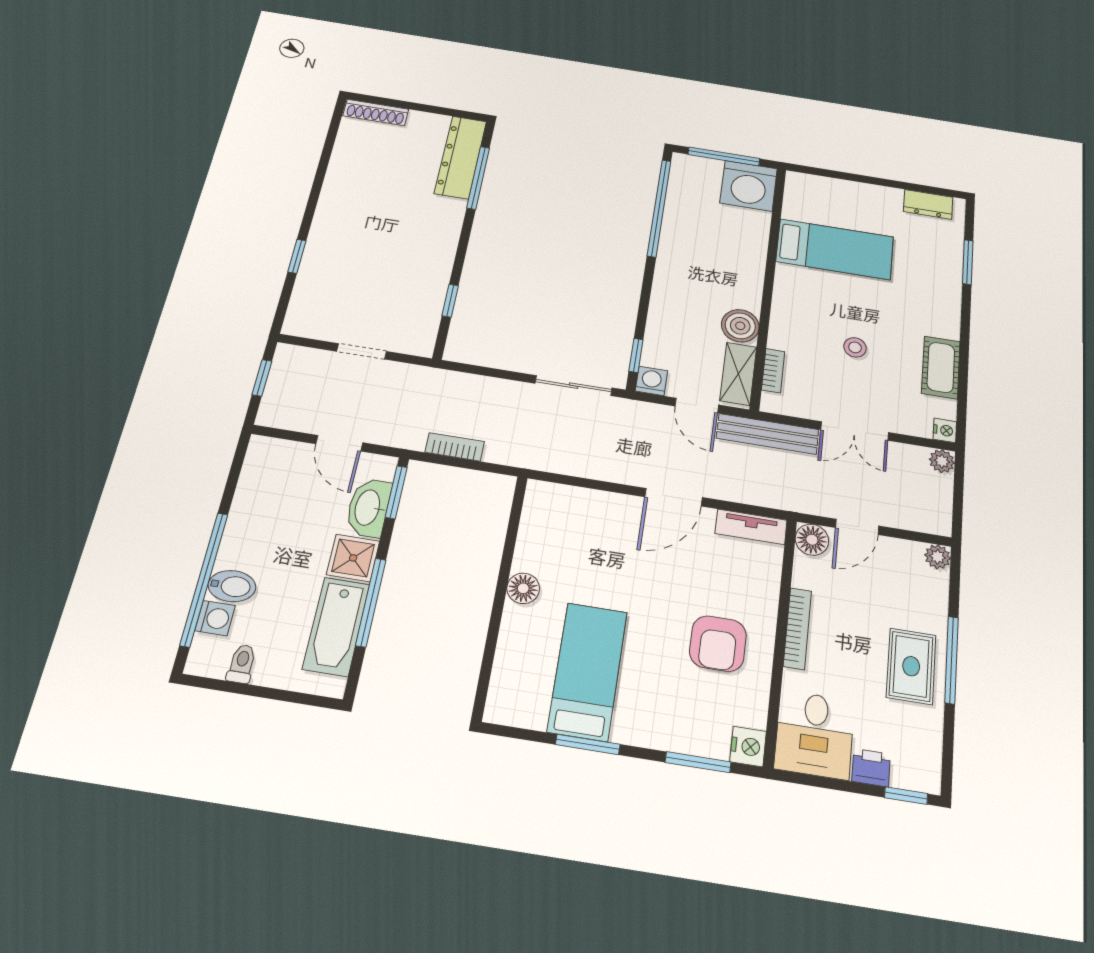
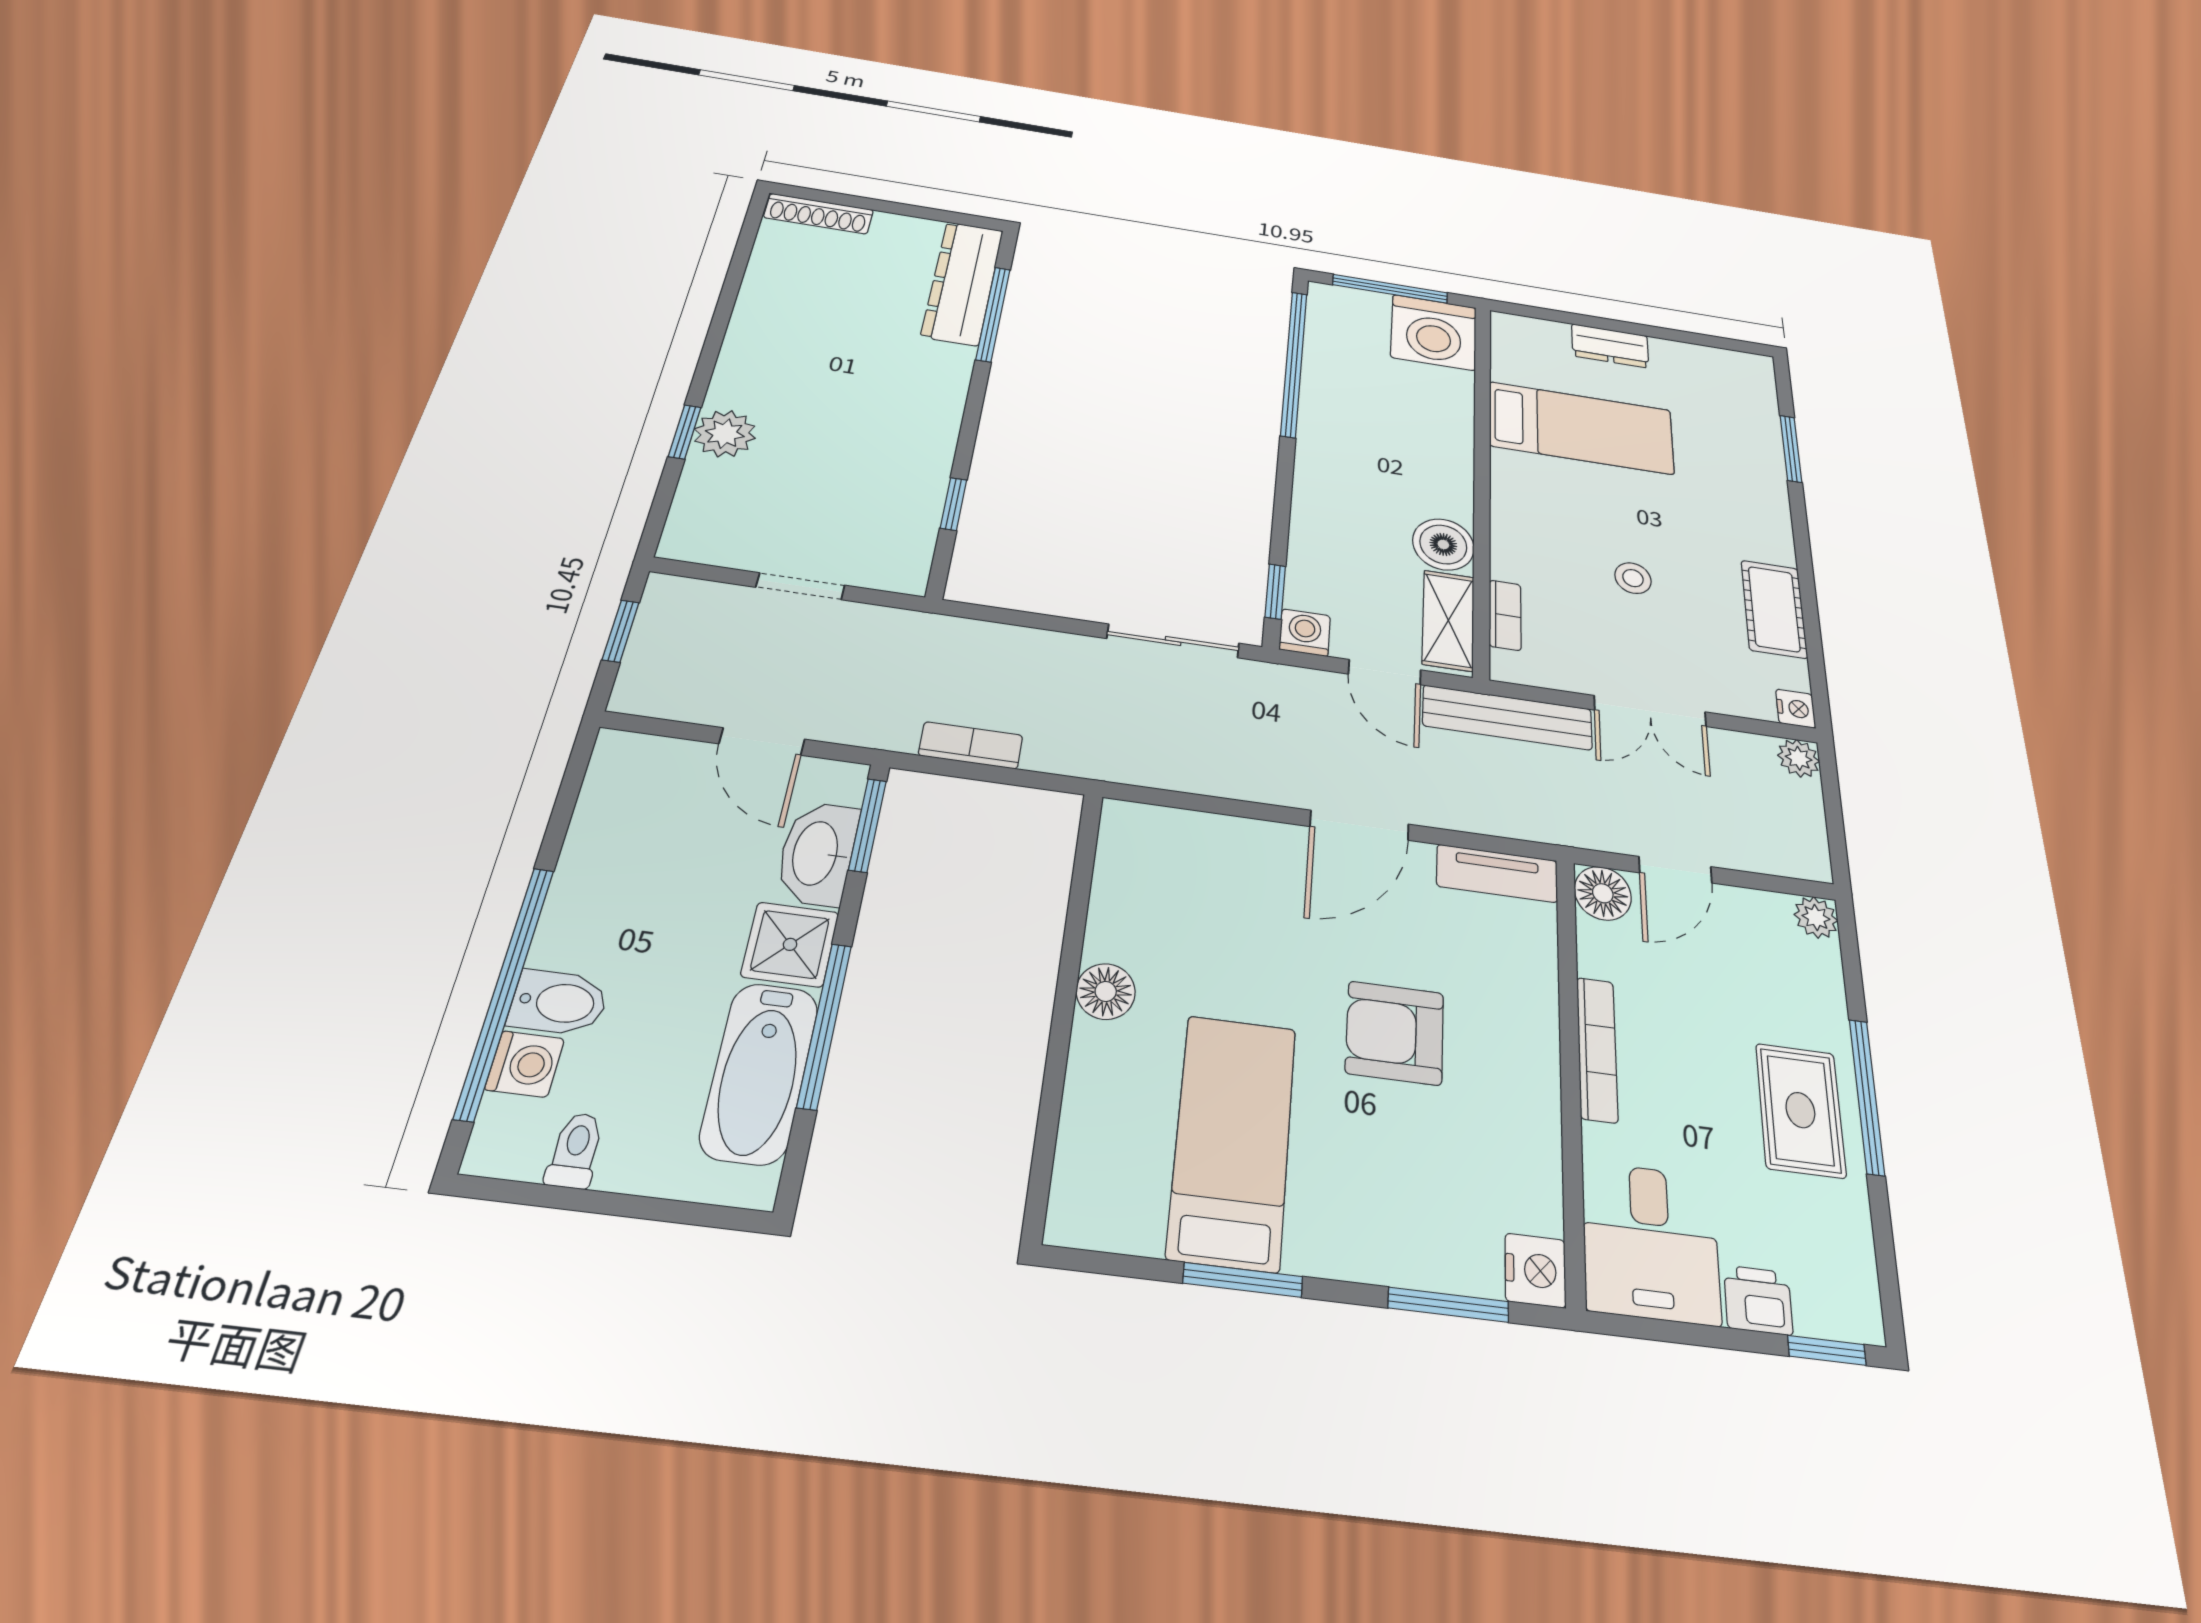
dresser: (928, 204) -> (1610, 346), moved
plant: (320, 257) -> (725, 434), added
armchair: (718, 644) -> (1395, 1033), moved, turned 90

